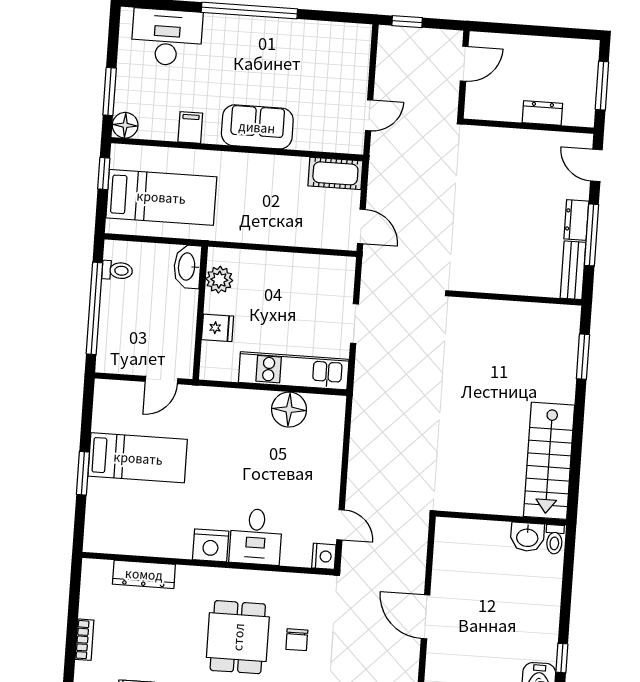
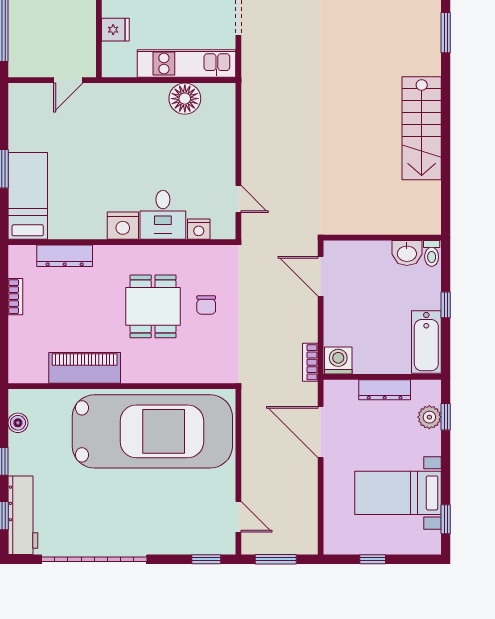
bed: (138, 458) -> (28, 196), moved, turned -90
wall: (501, 518) -> (382, 238), moved
washbasin: (527, 537) -> (407, 253), moved
toilet: (555, 539) -> (432, 253), moved
nightstand: (324, 556) -> (199, 229), moved, turned 90
bookcase: (84, 640) -> (15, 297), moved

